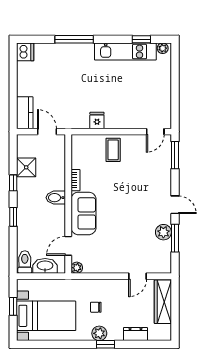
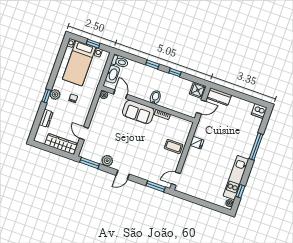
door: (155, 132) -> (176, 179), hinge flipped
shower: (26, 167) -> (198, 90), moved
window: (175, 238) -> (90, 163), moved

